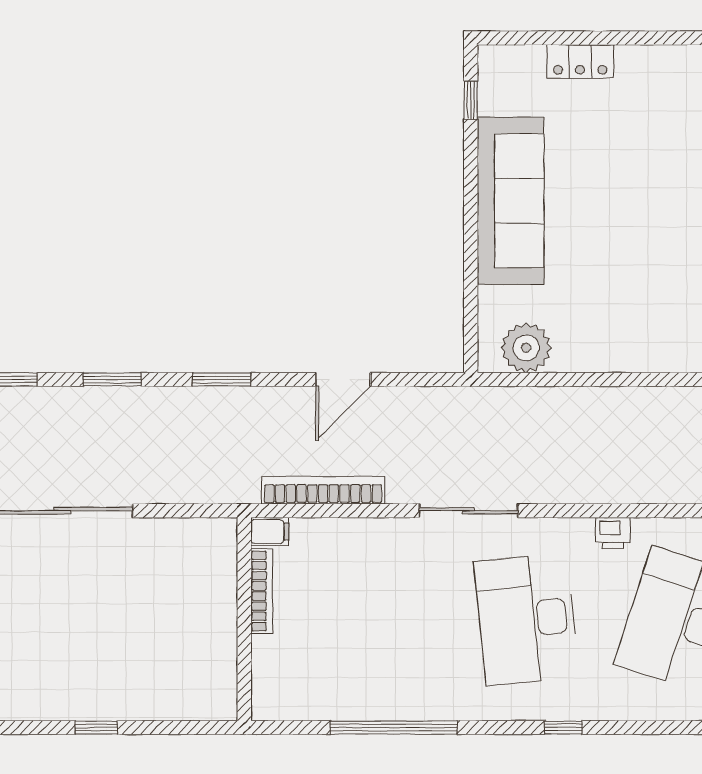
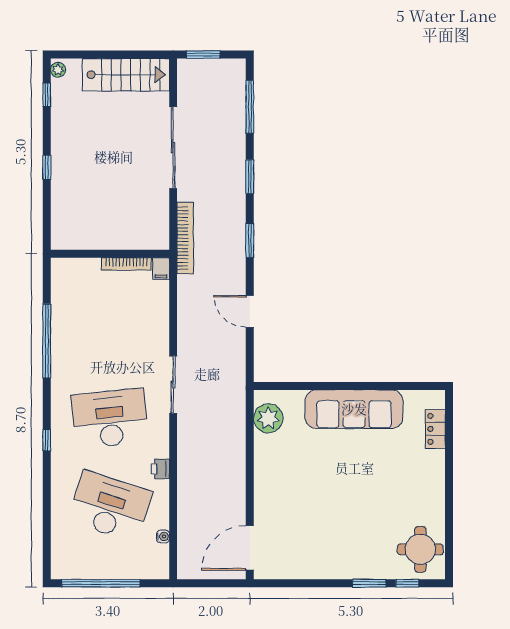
locker: (580, 61) -> (435, 429), moved
window: (471, 100) -> (413, 386), removed
bookcase: (323, 490) -> (185, 238), moved

